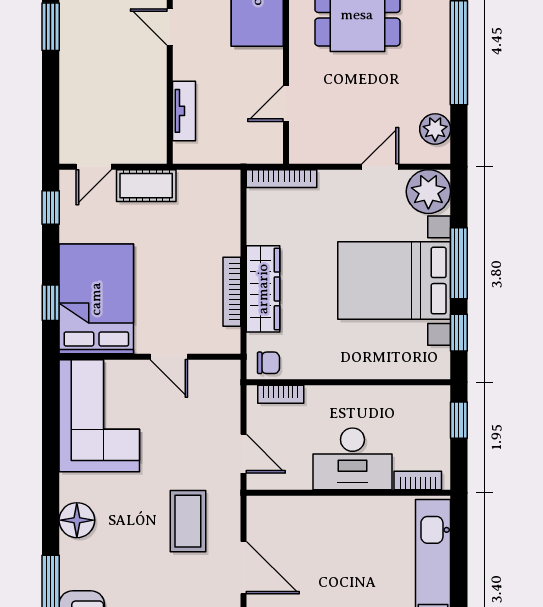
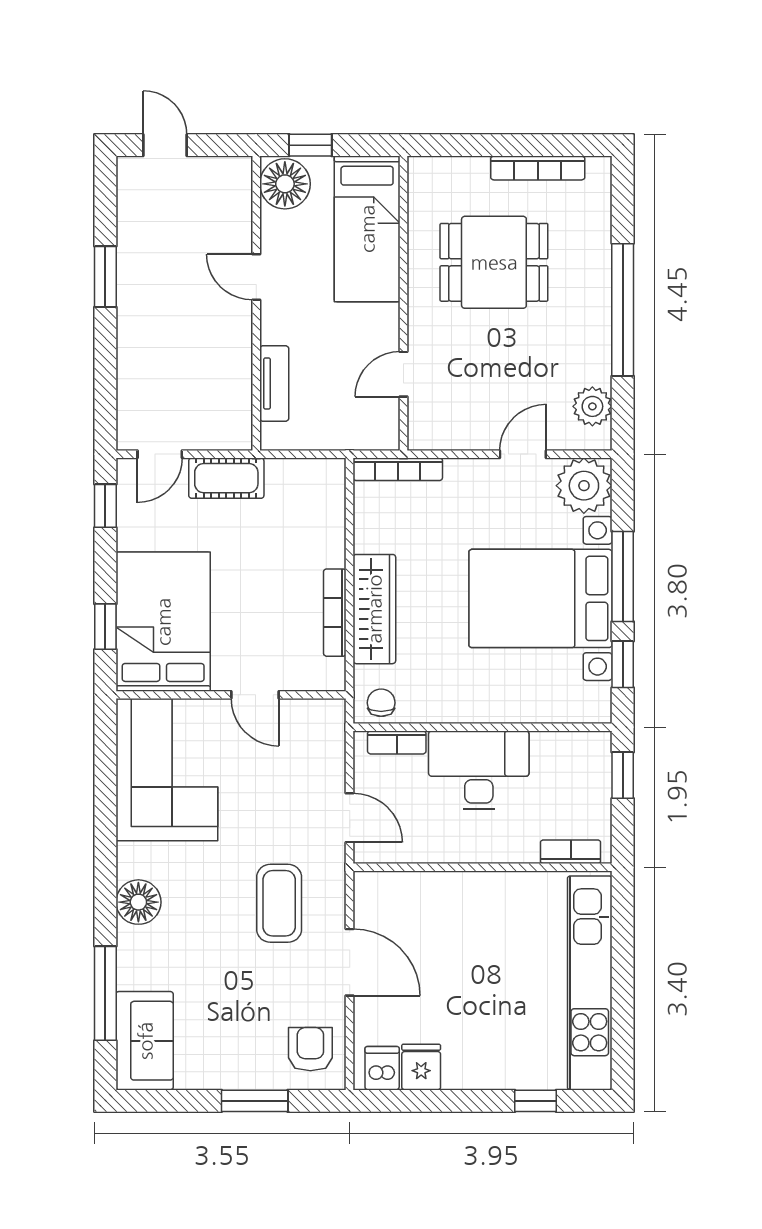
chair: (268, 363) -> (381, 703), turned -90
desk: (352, 459) -> (479, 770), moved, turned 180

